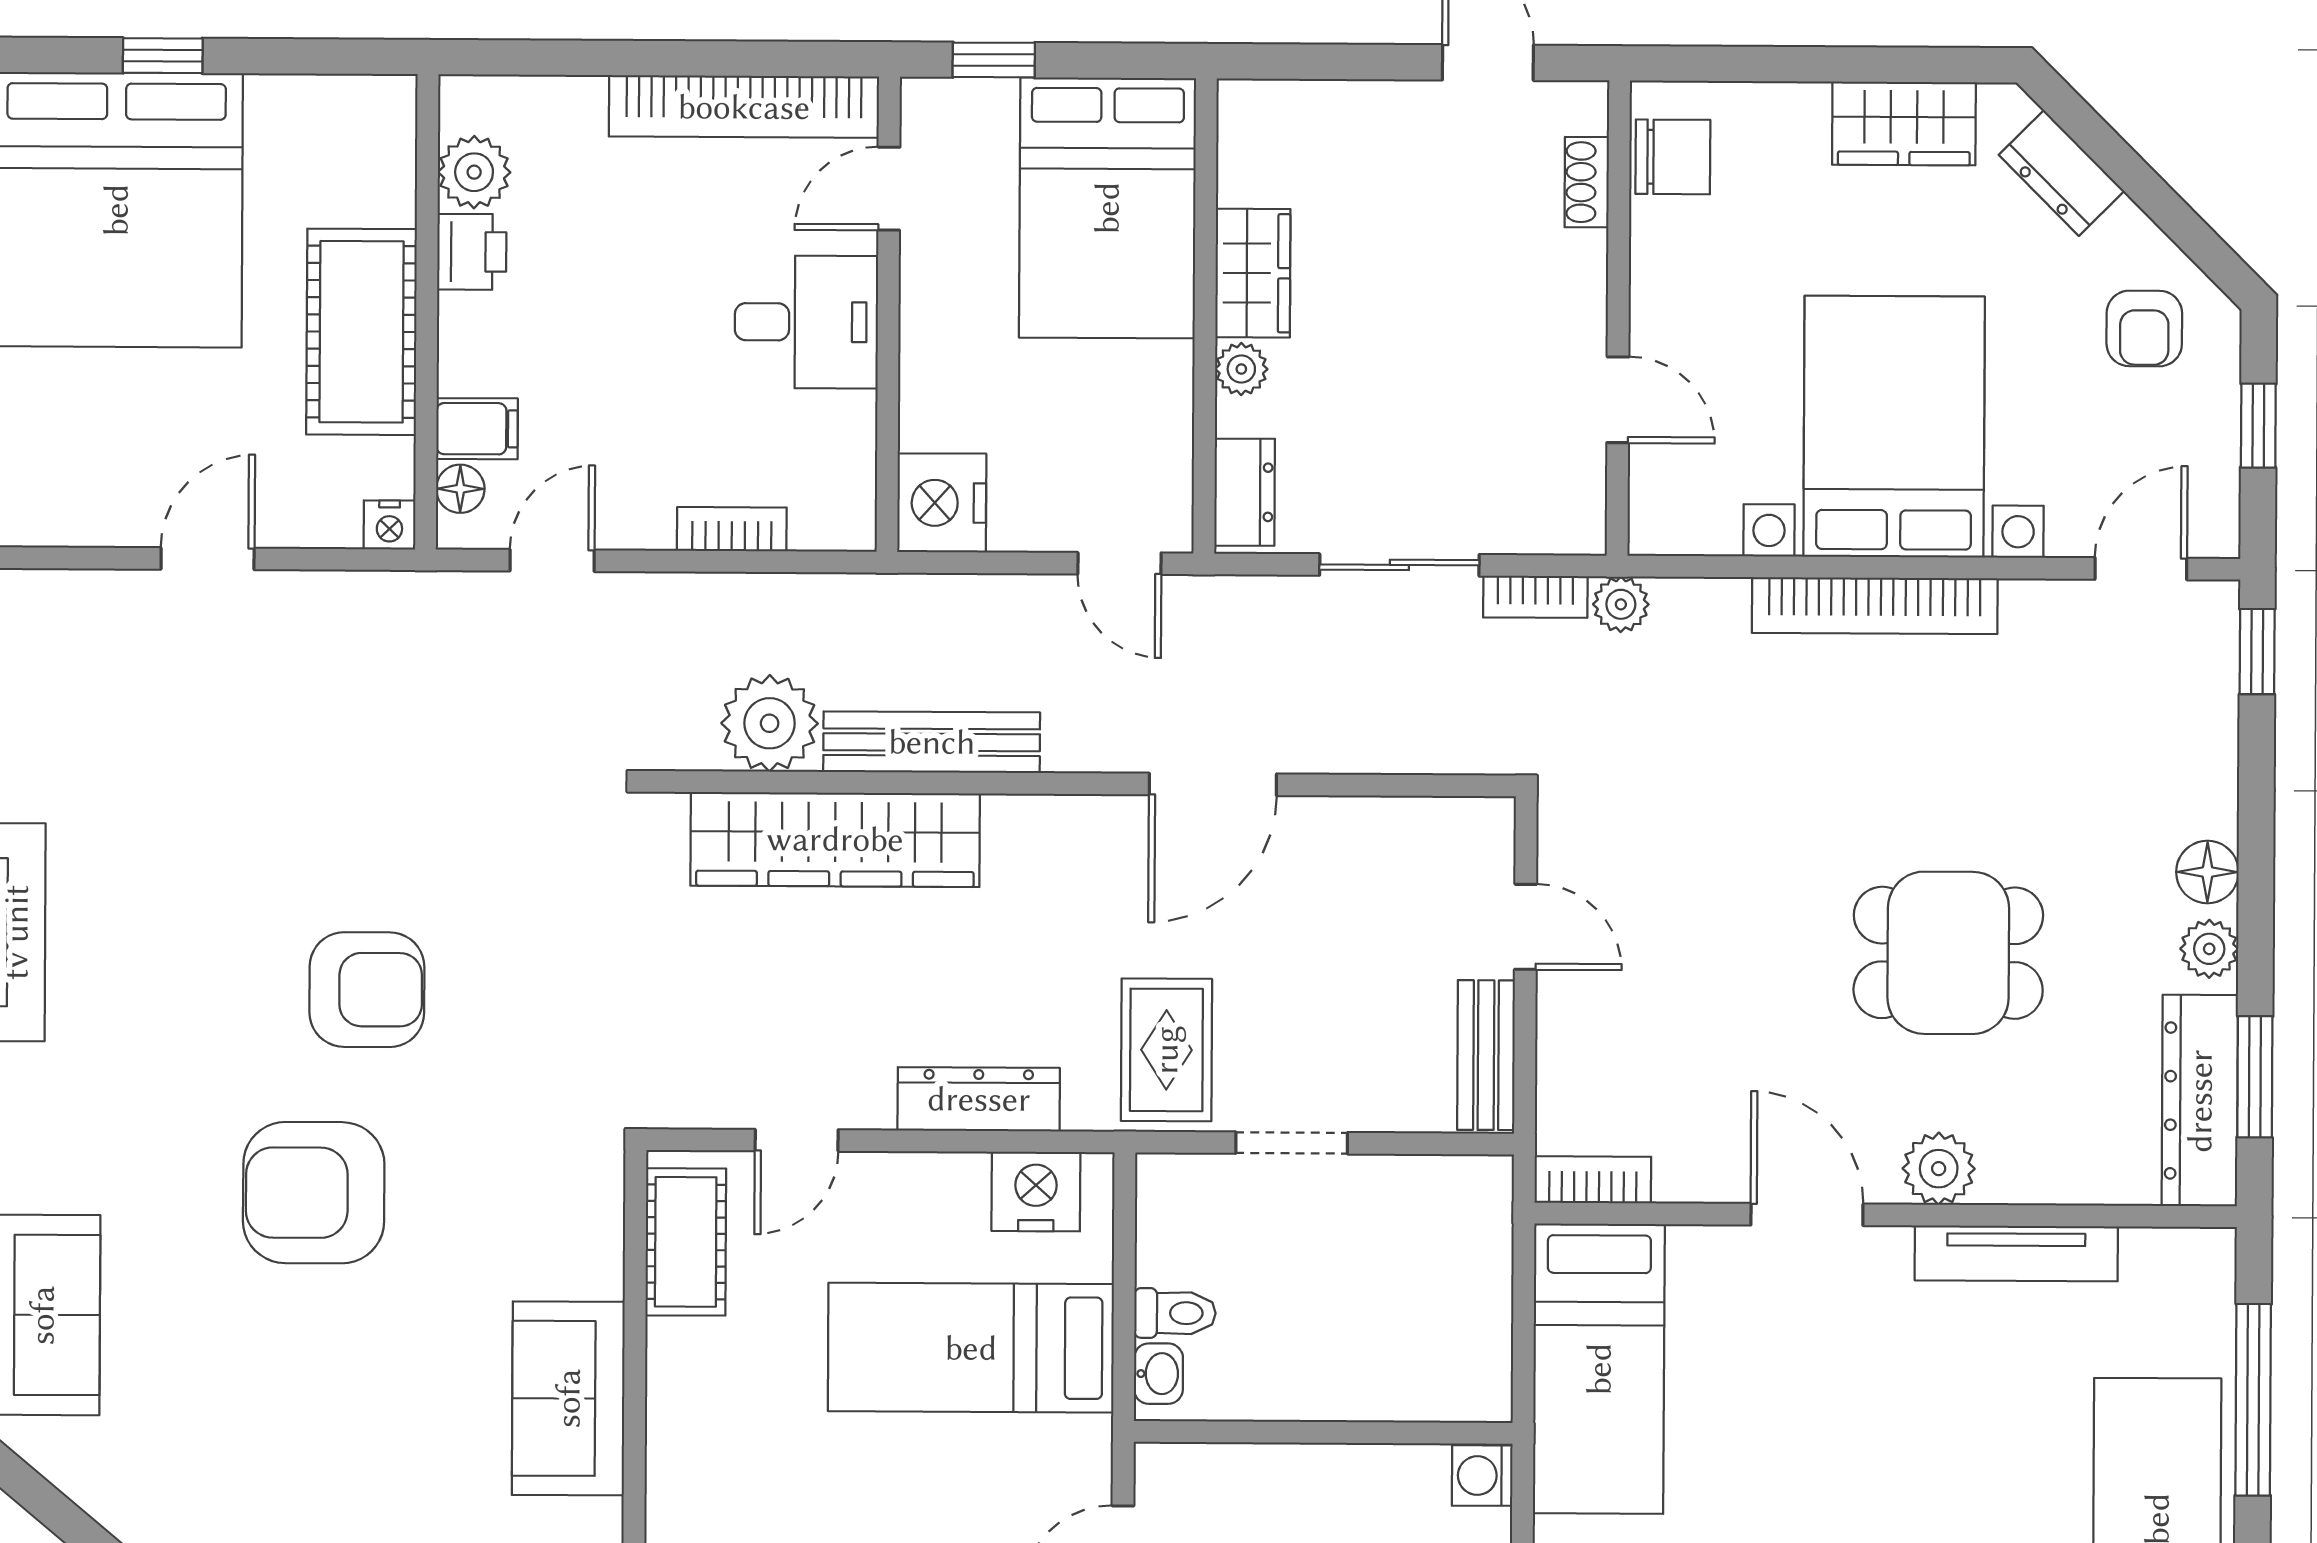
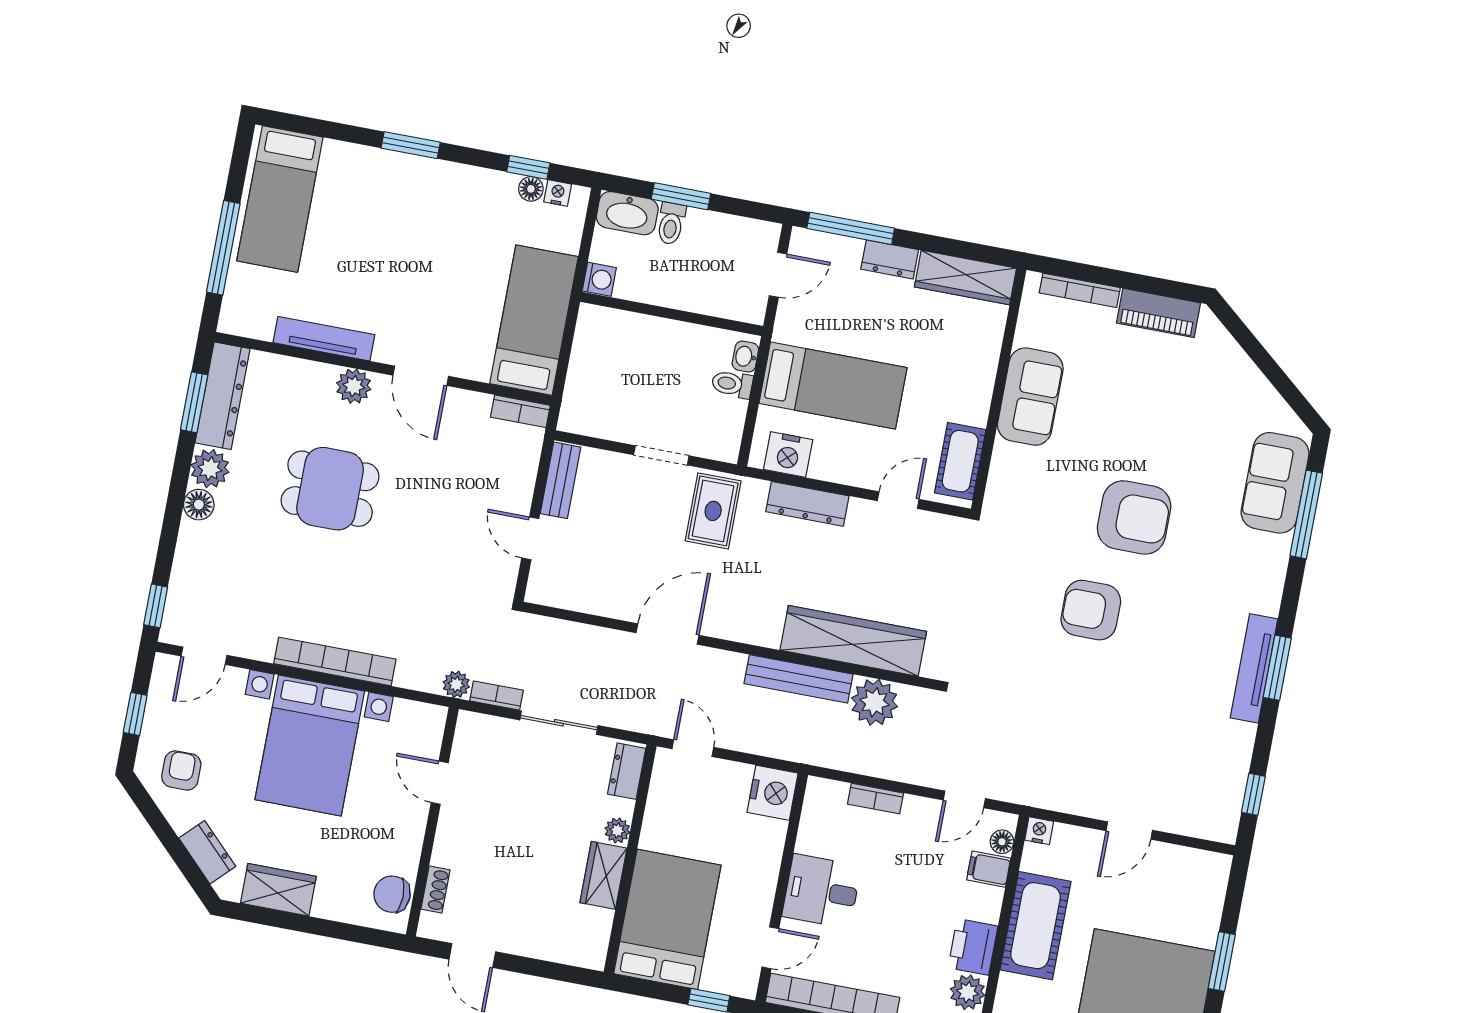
printer: (472, 252) -> (973, 947), width x1.36, depth x1.24
plant: (2209, 949) -> (210, 469), width x1.38, depth x1.38

